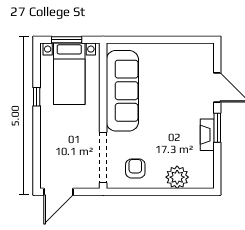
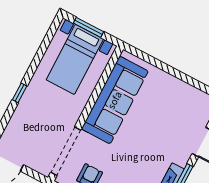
window: (37, 97) -> (20, 93), moved

